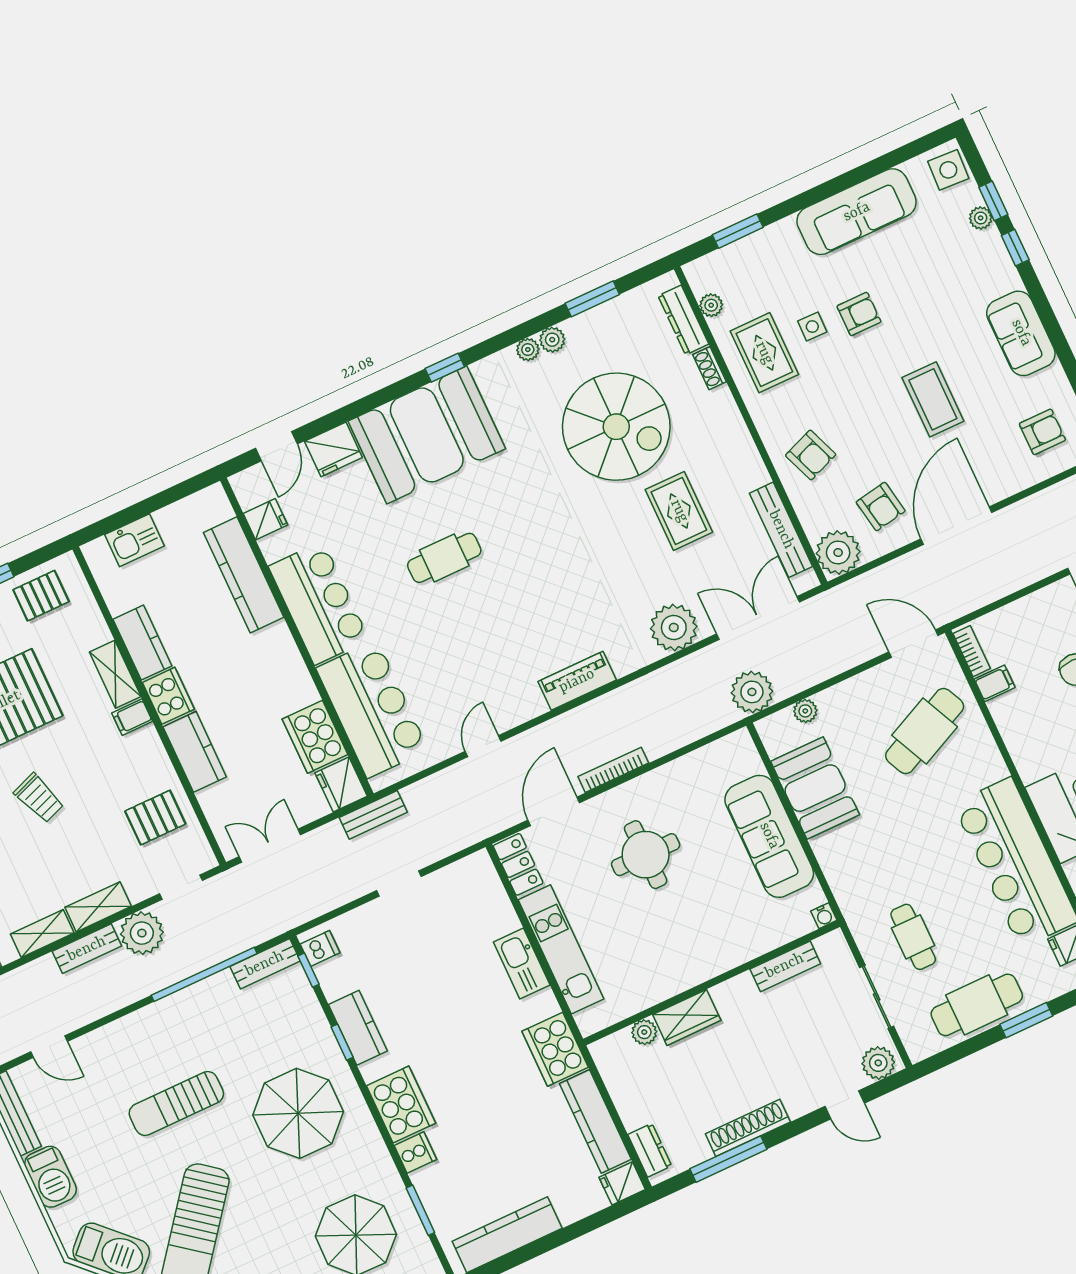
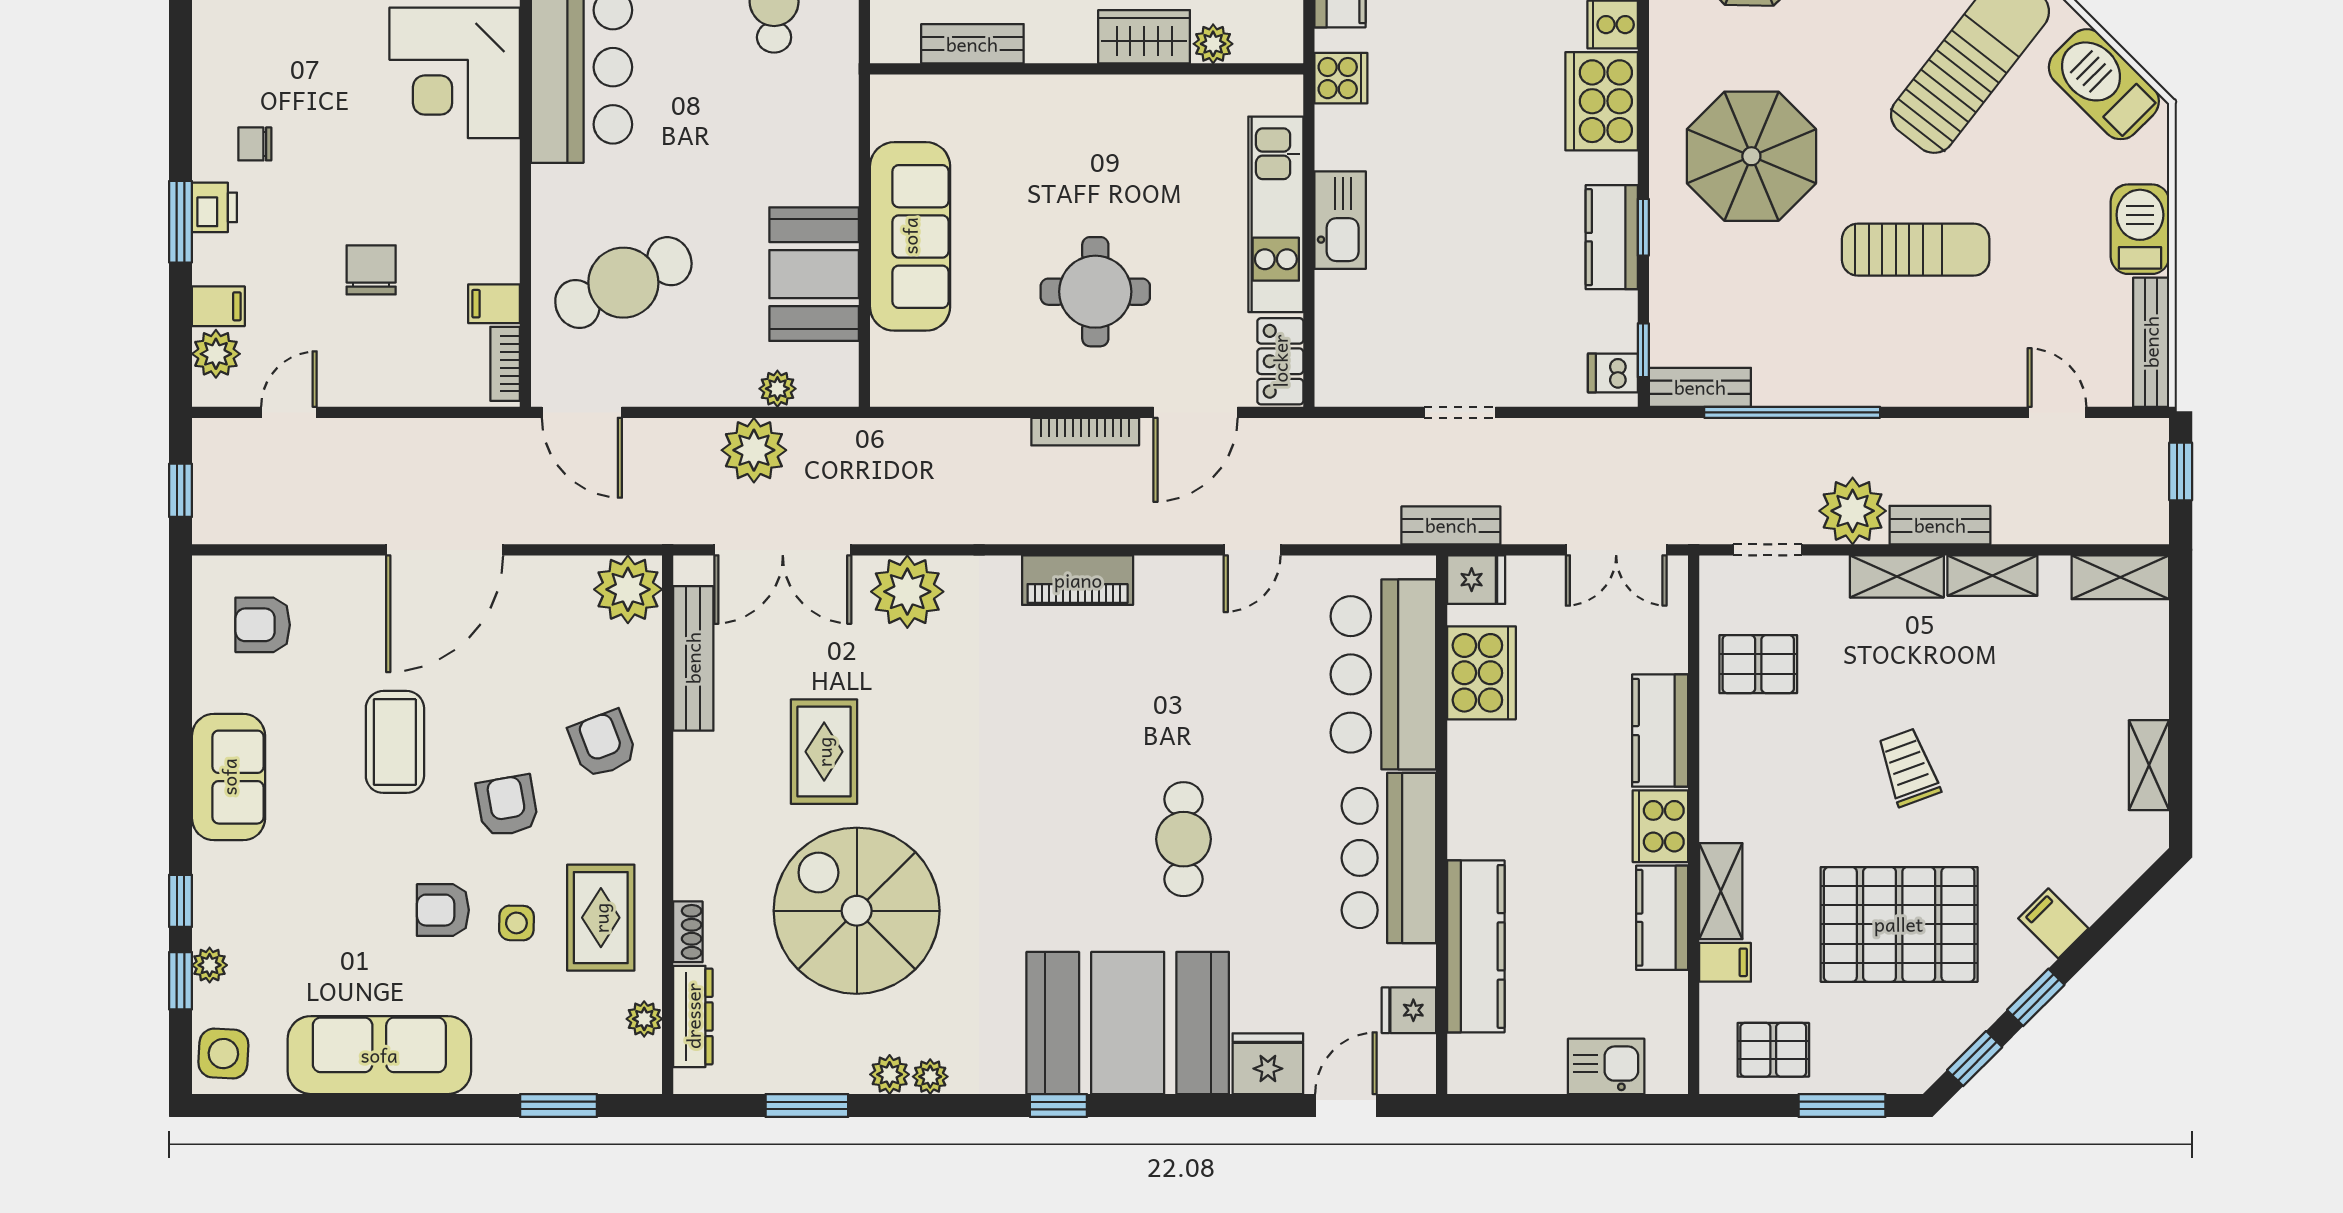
armchair: (881, 507) -> (507, 806), moved
cafe table: (444, 558) -> (1183, 839), turned 90
plant: (752, 692) -> (754, 450), moved
filing cabinet: (132, 717) -> (1725, 962), moved
fridge: (341, 785) -> (1476, 580), width x0.72
water cooler: (824, 916) -> (885, 90), removed
cooker: (555, 1049) -> (1341, 78), width x0.53, depth x0.76

